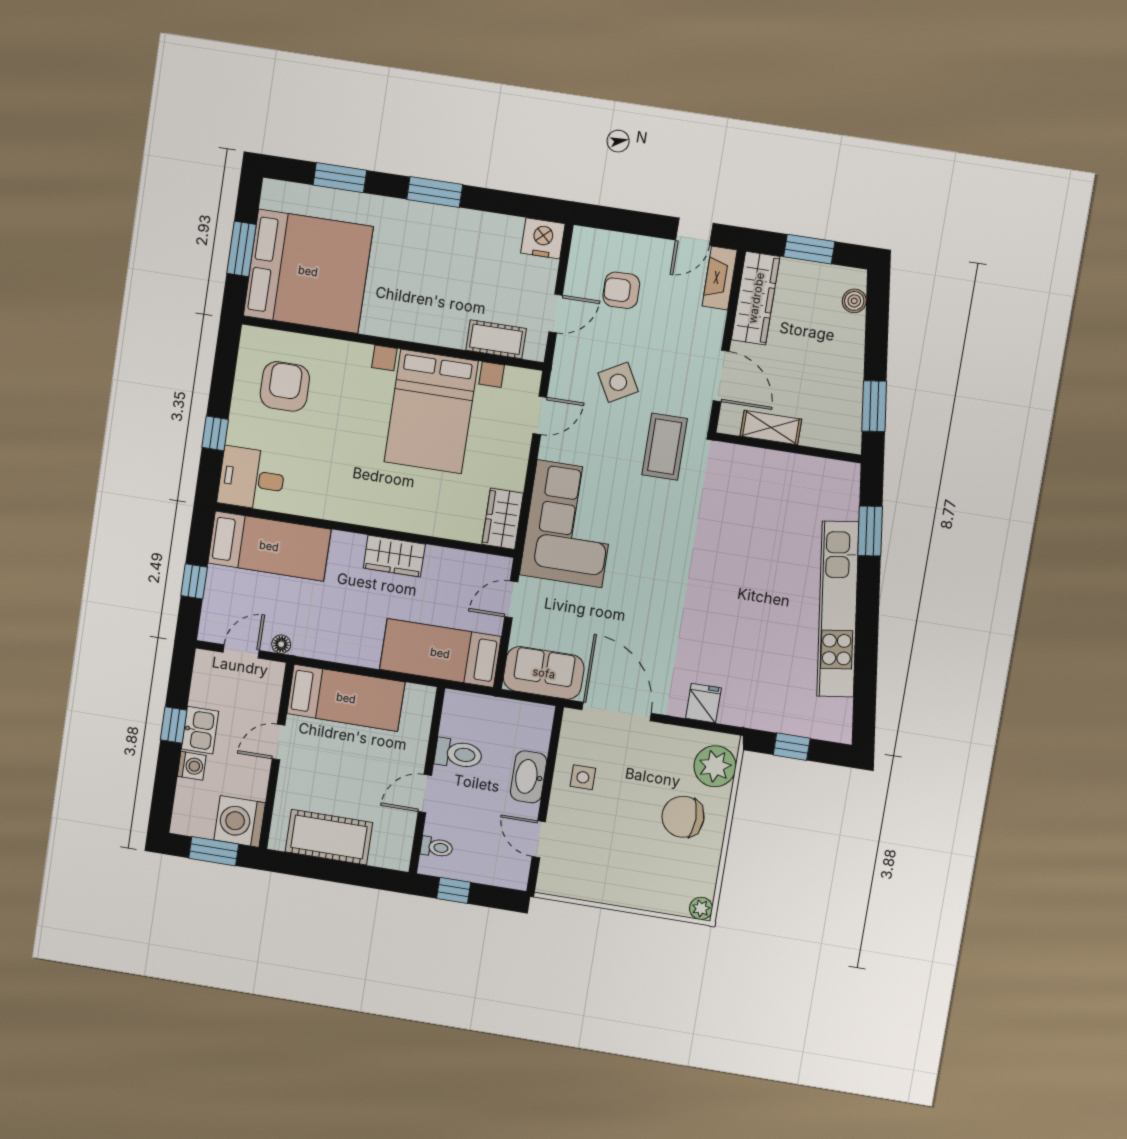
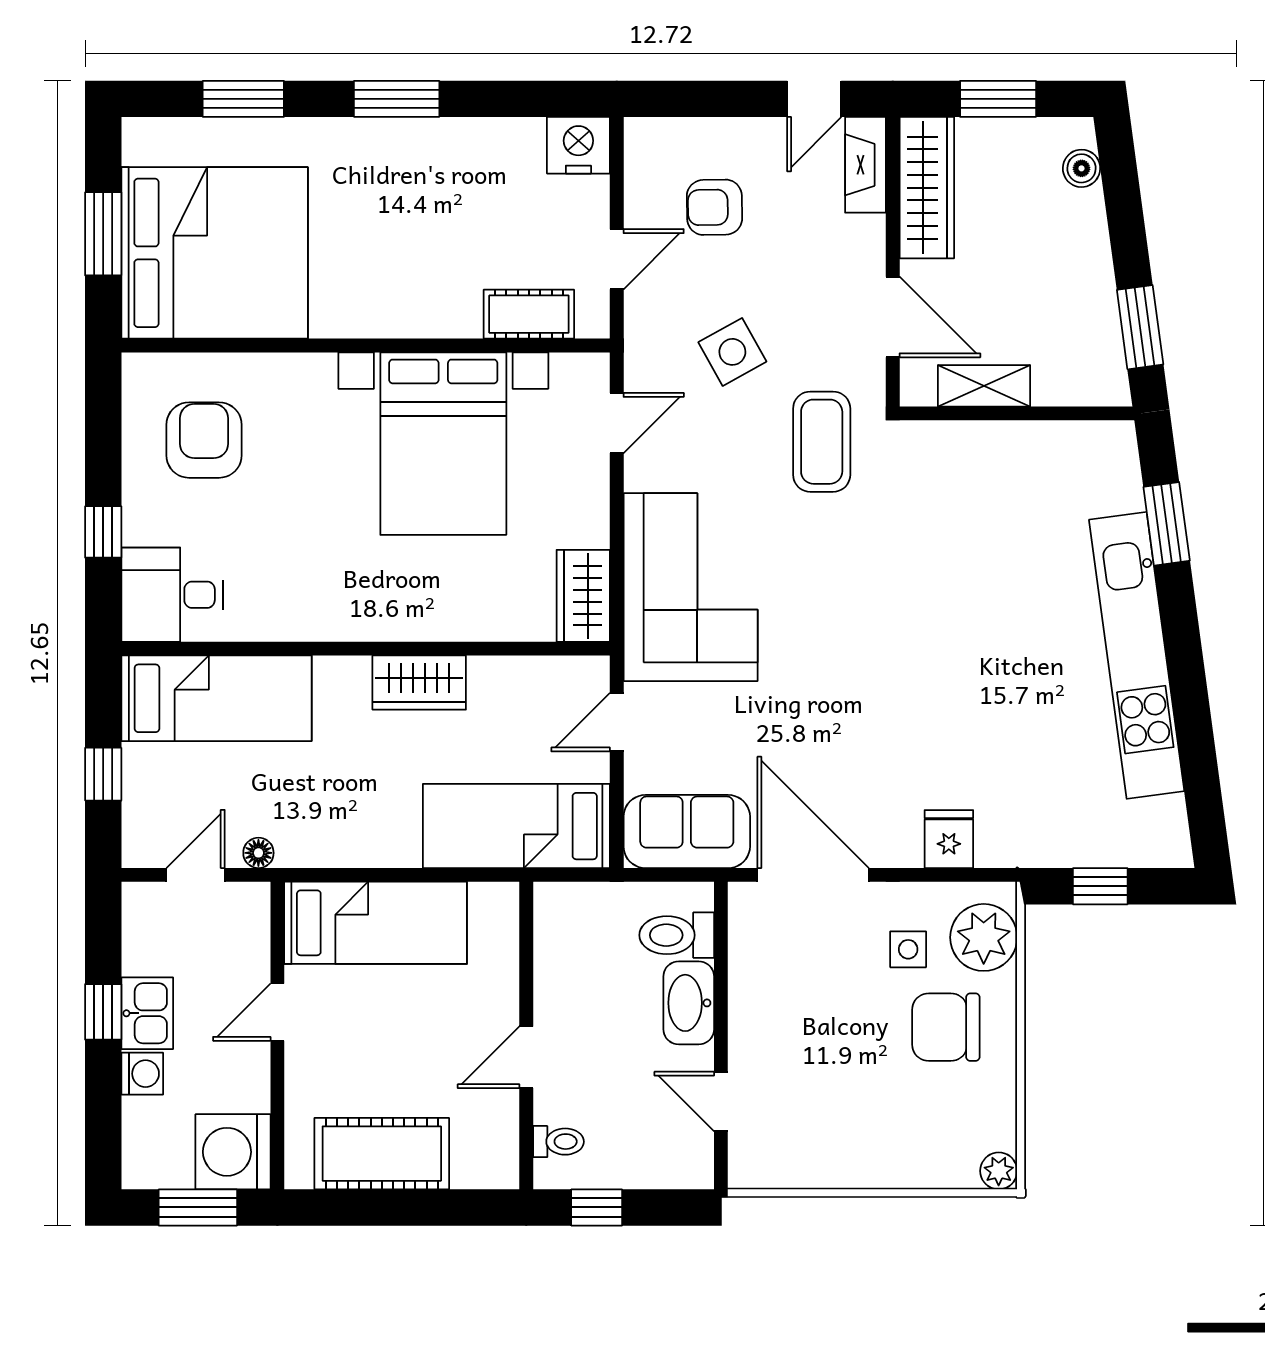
toilet: (458, 754) -> (677, 935), moved, turned 180
side table: (583, 777) -> (908, 949), moved

